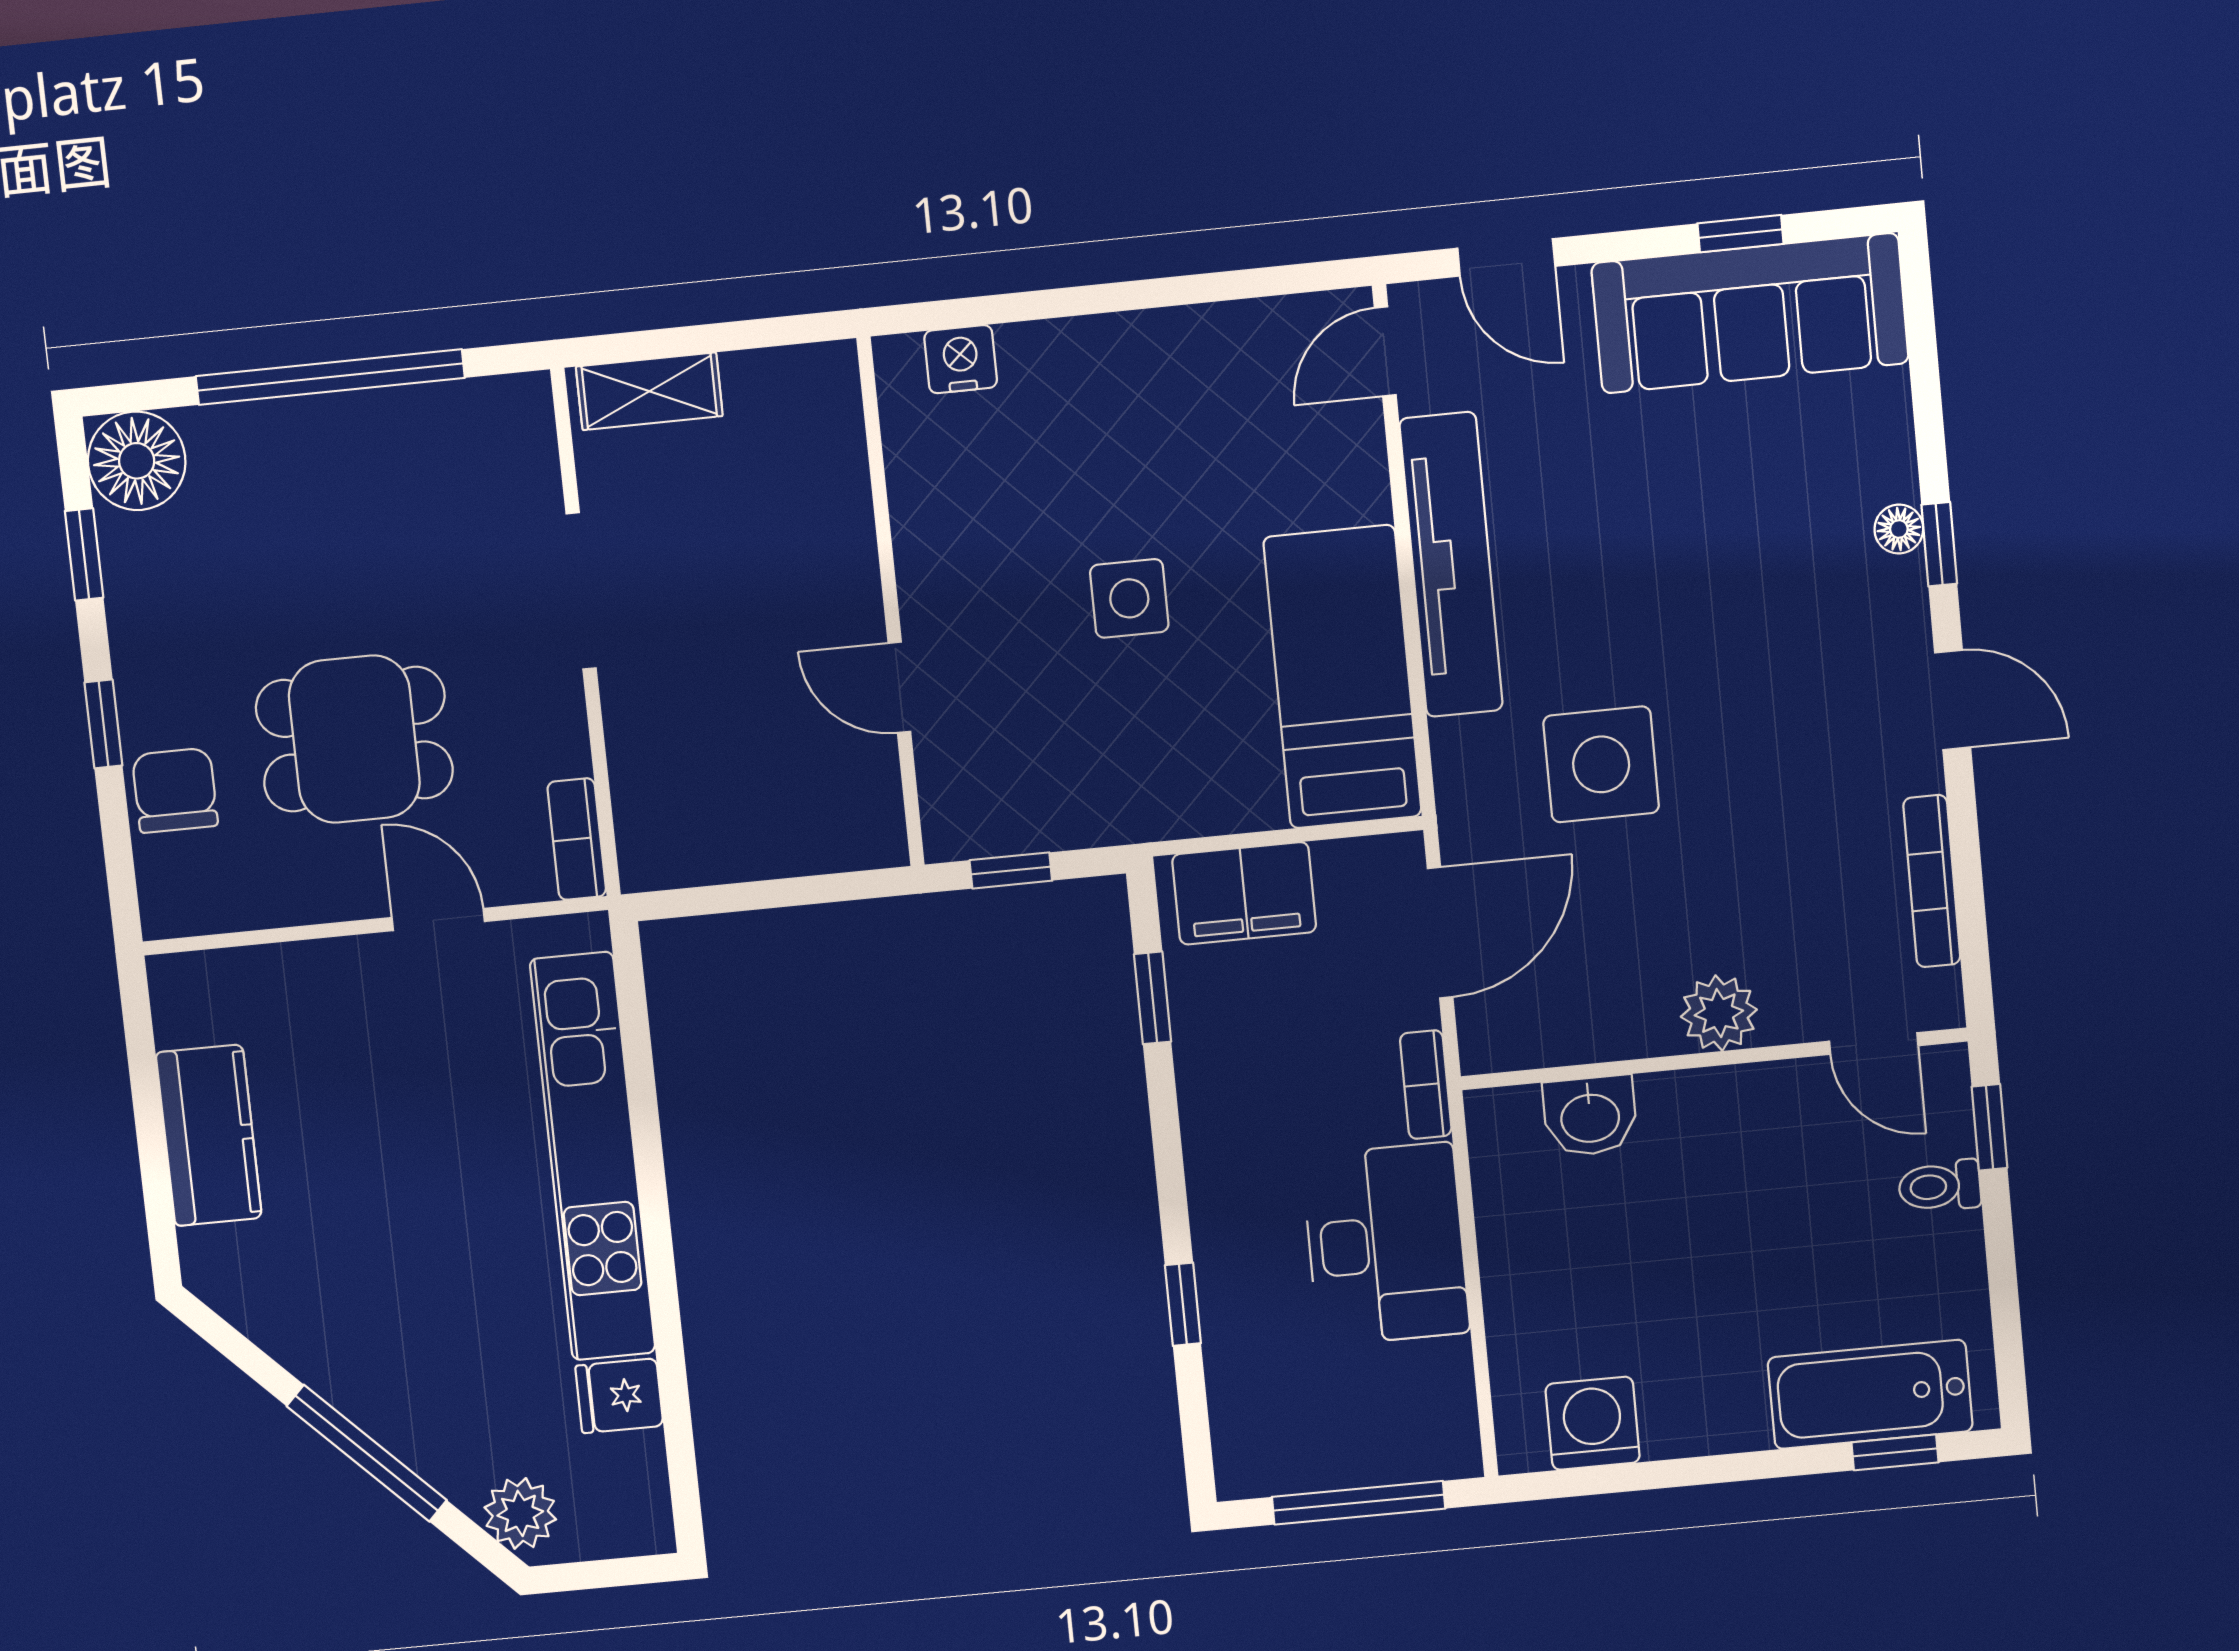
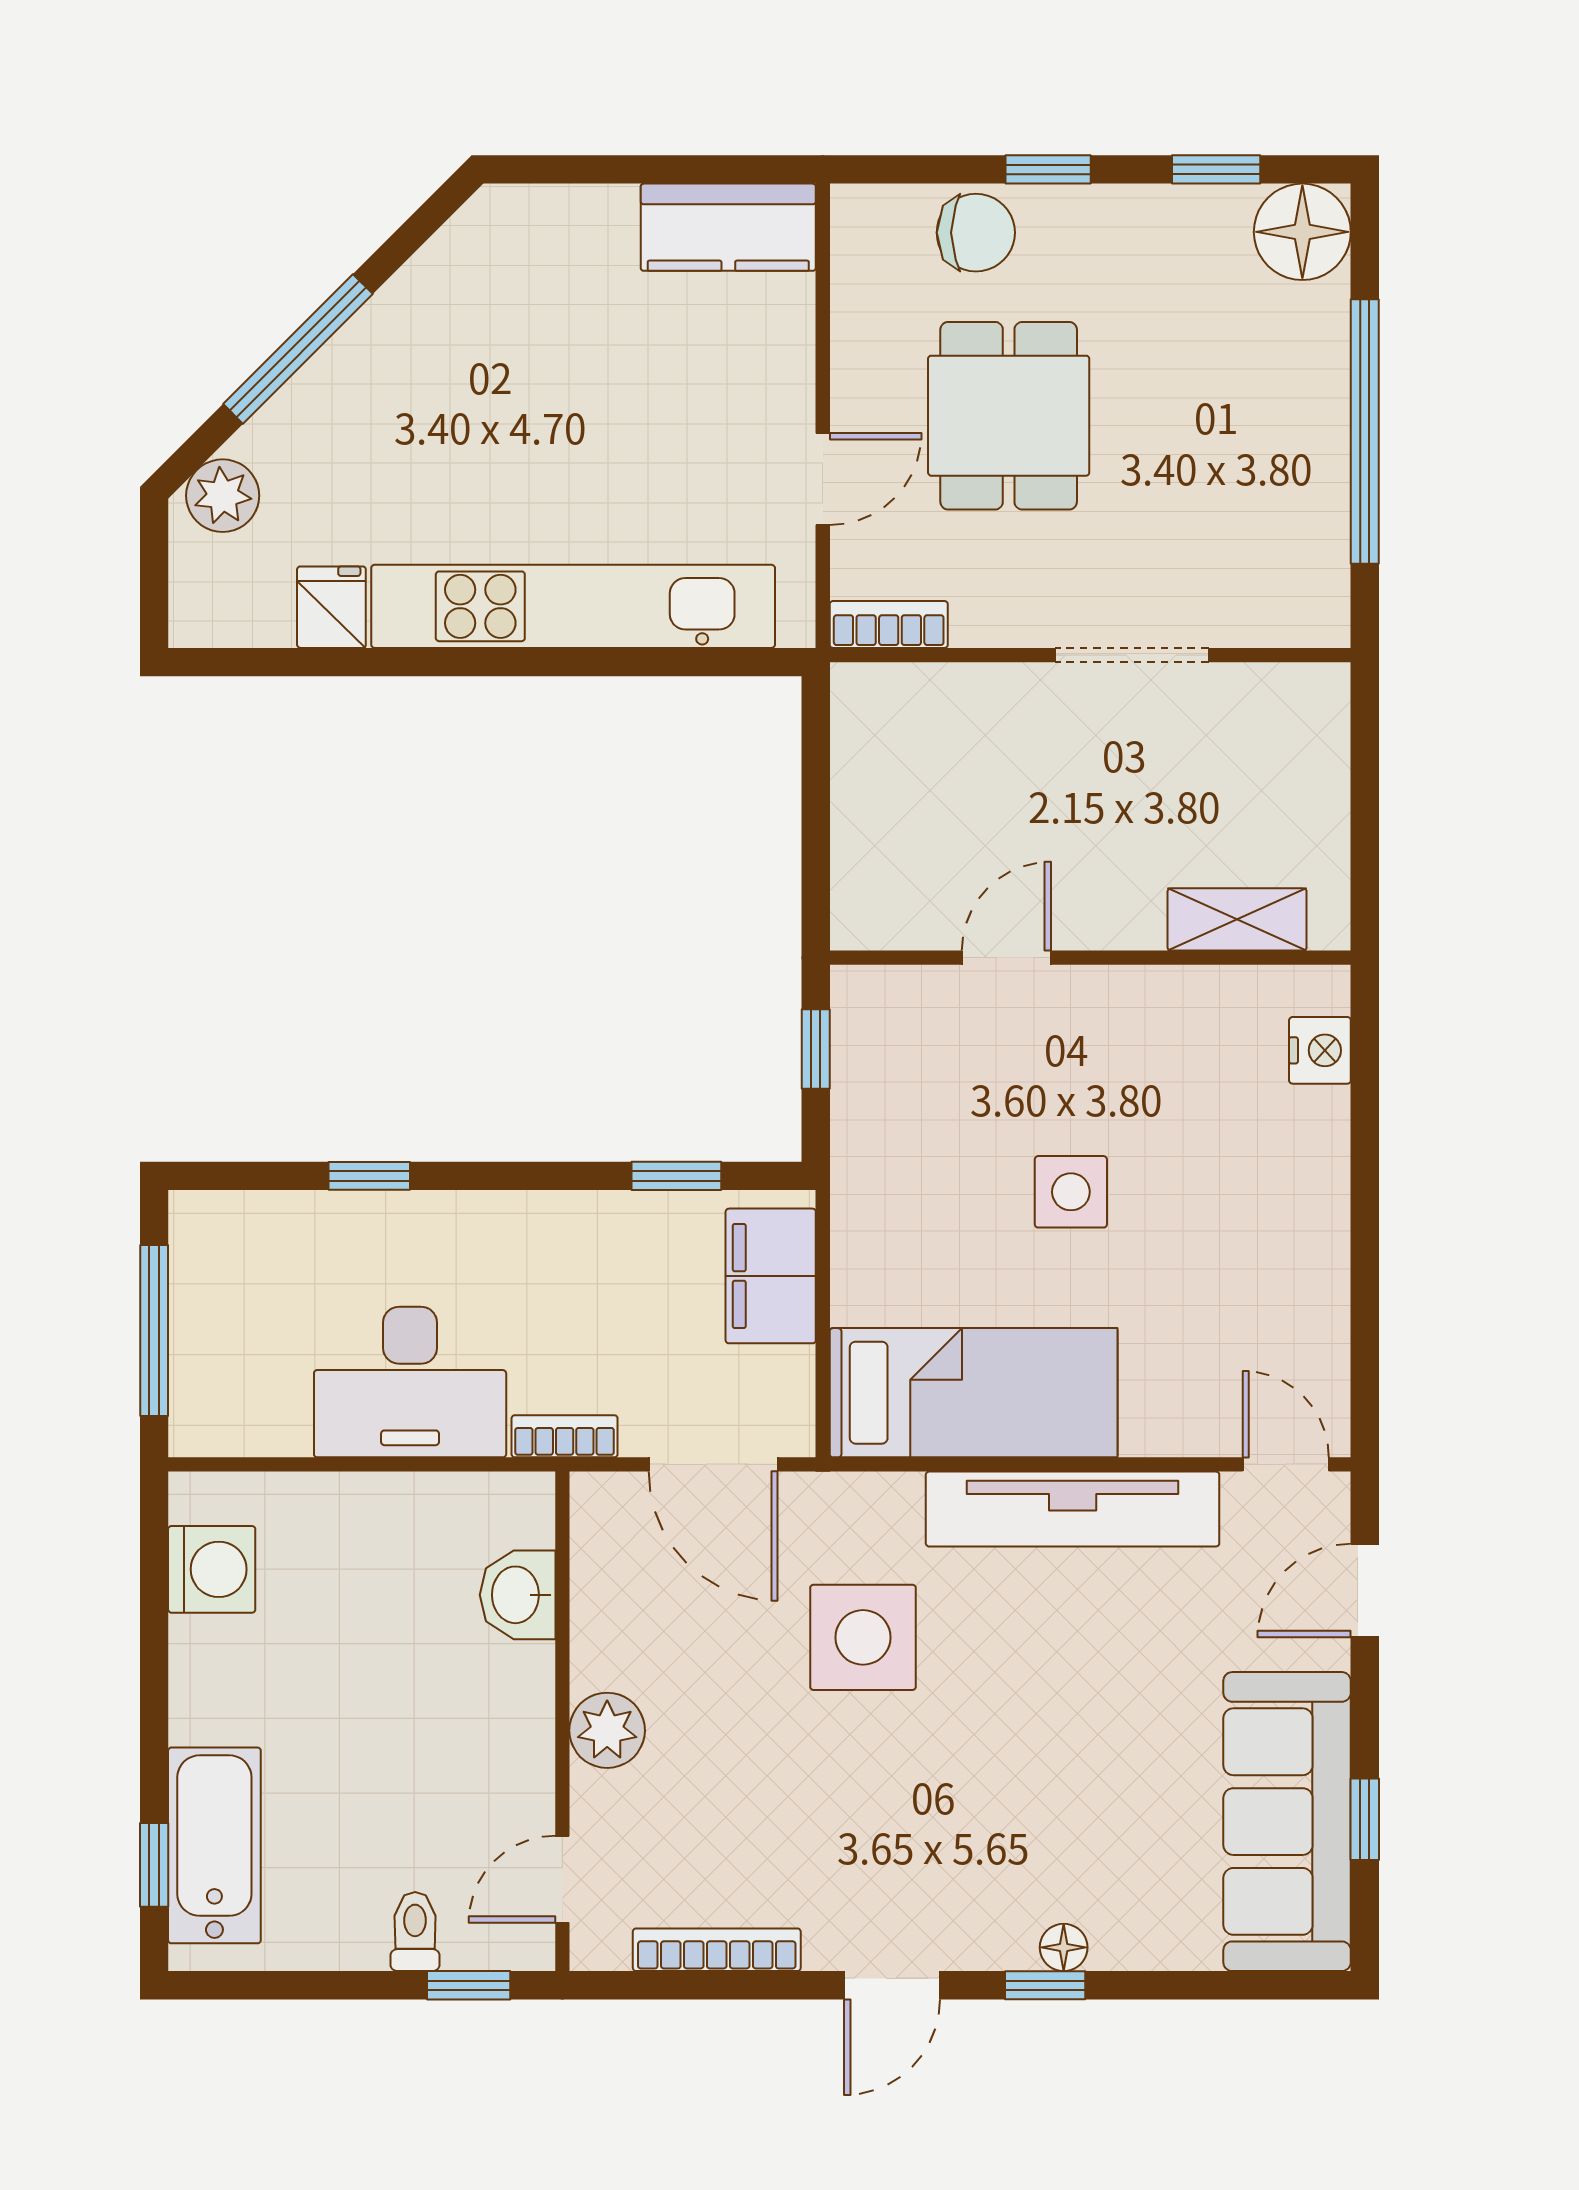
shelving: (649, 391) -> (1237, 919), moved, turned 90
kitchen counter: (209, 1135) -> (728, 227), moved

